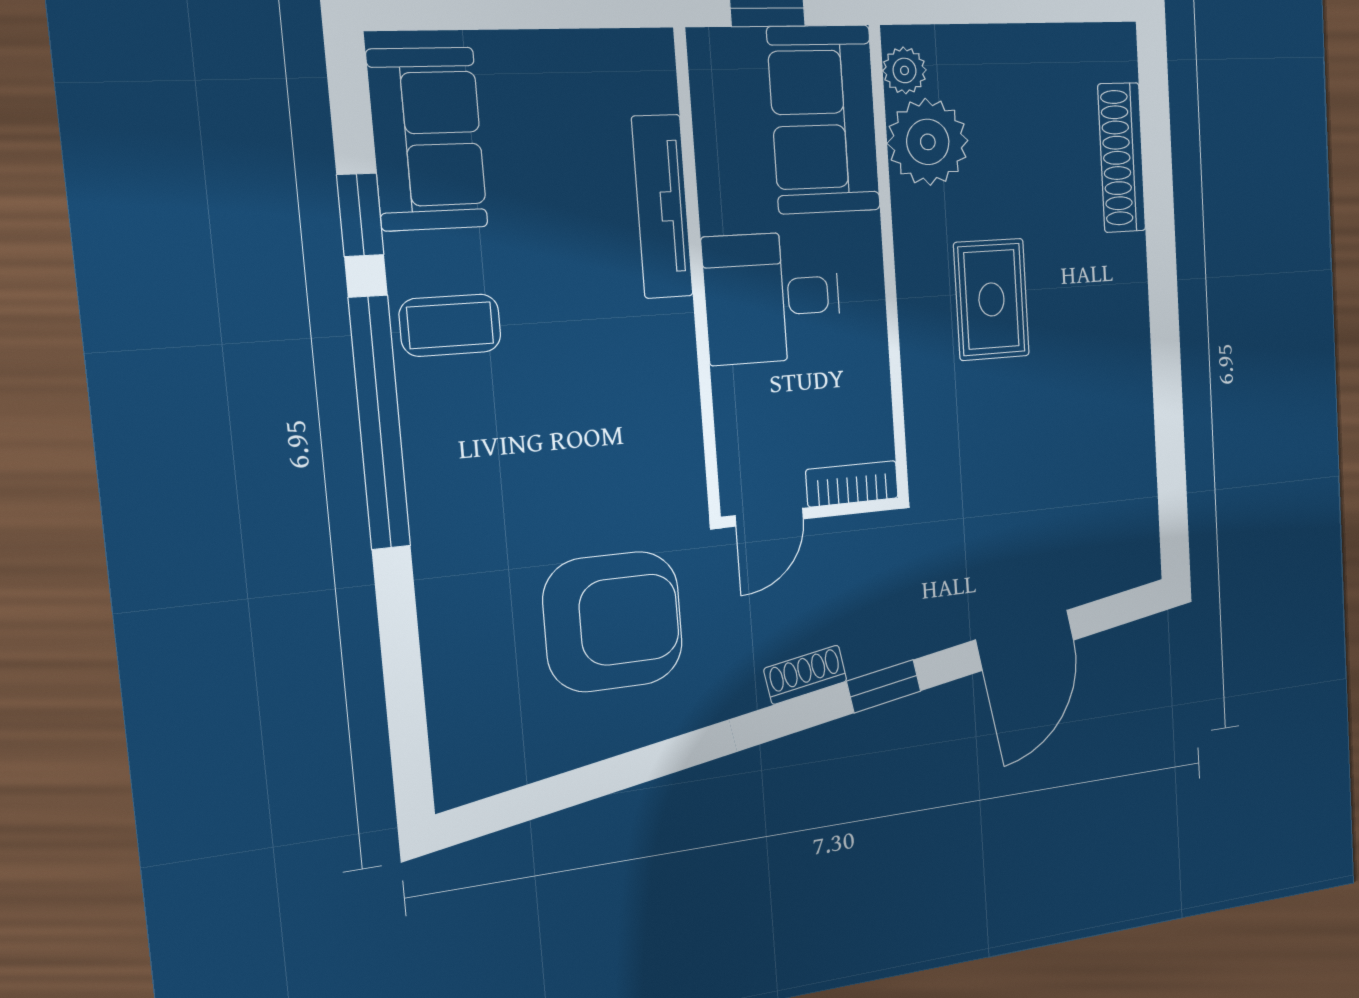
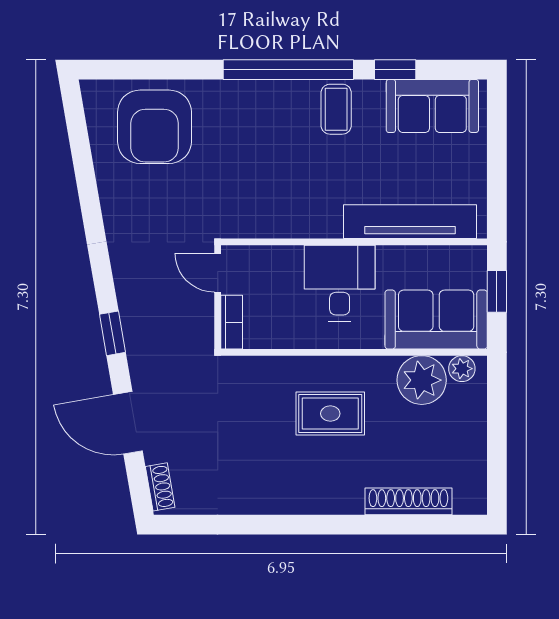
tv unit: (662, 207) -> (410, 222), width x1.36, depth x1.29
armchair: (613, 622) -> (155, 127), moved
shoe rack: (805, 675) -> (160, 487), moved

